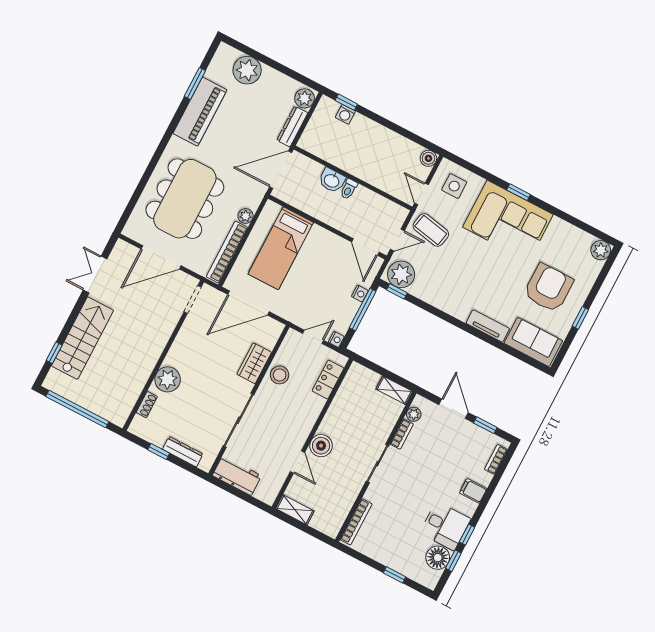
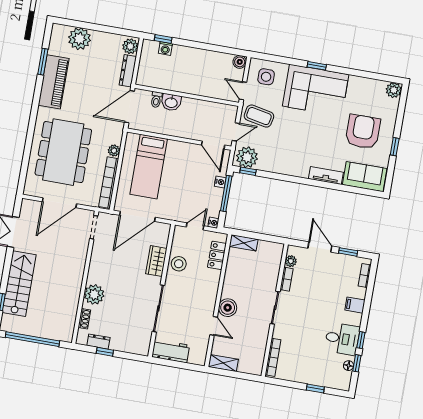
toilet: (349, 189) -> (156, 100), moved
shelving: (394, 390) -> (244, 243), moved
dresser: (183, 452) -> (98, 342), moved, width x0.70
floor lamp: (438, 558) -> (349, 366), width x0.53, depth x0.53

